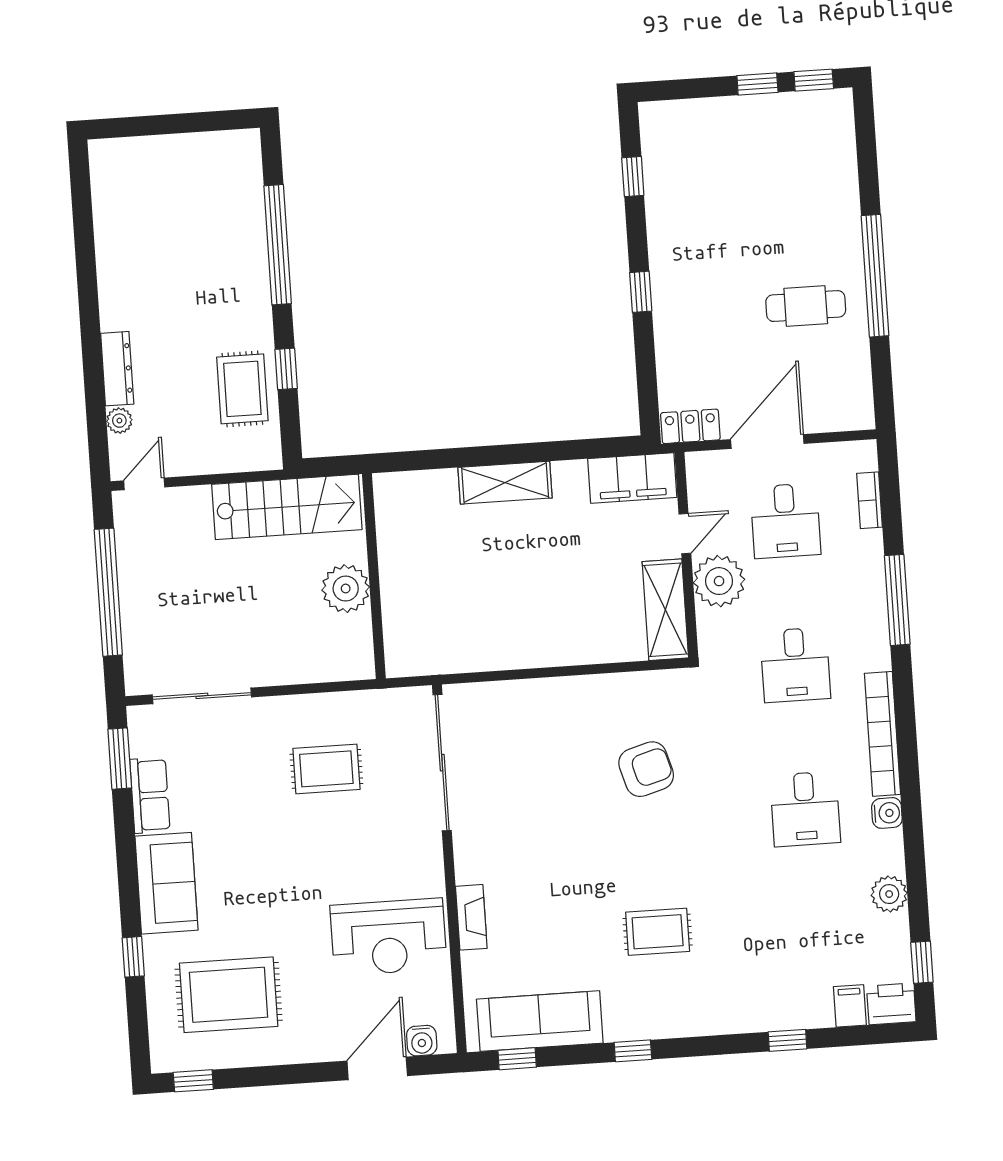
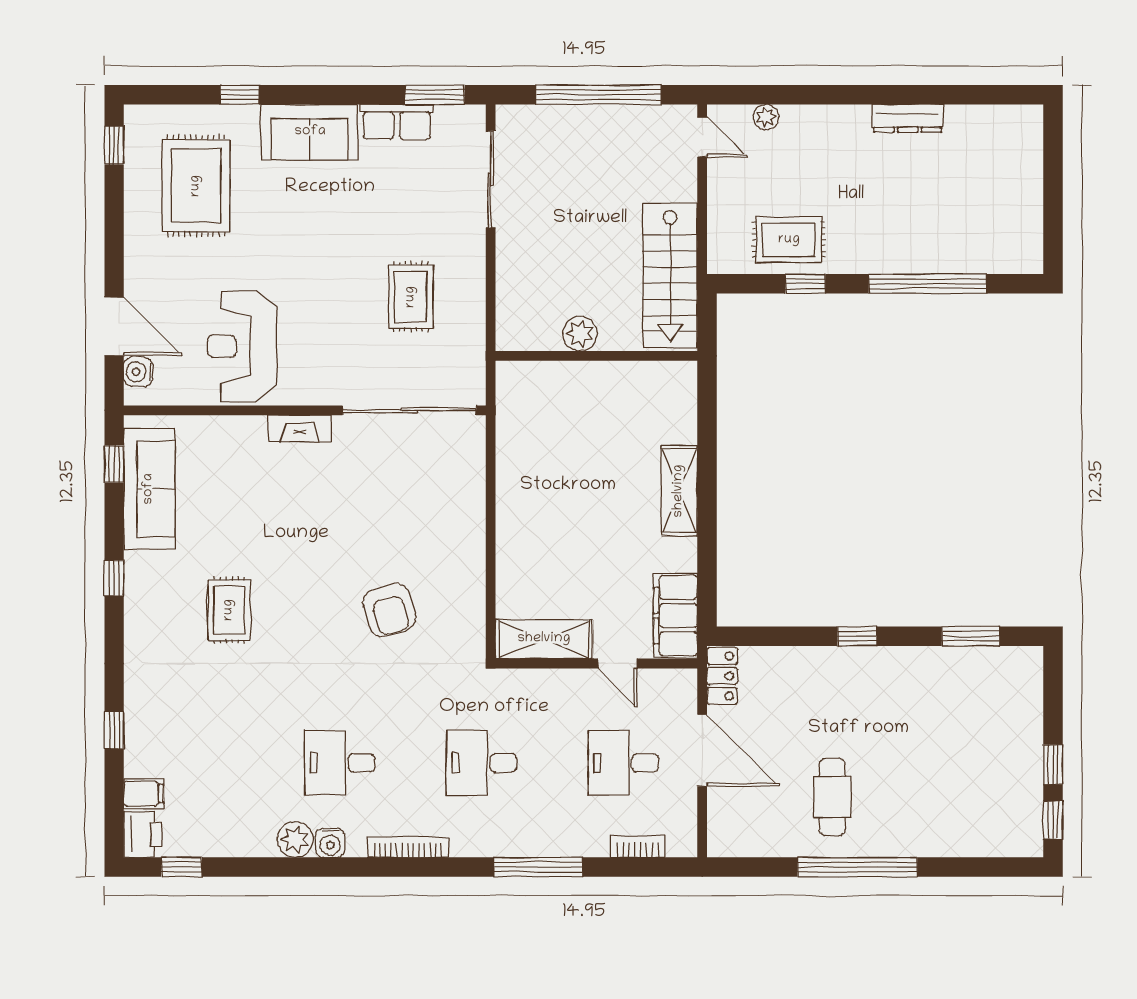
window: (633, 177) -> (971, 636), width x1.50
dresser: (117, 369) -> (908, 118), moved
plant: (719, 581) -> (569, 694), removed
plant: (346, 589) -> (580, 334), width x0.73, depth x0.73
bookcase: (882, 734) -> (408, 847), width x0.68, depth x0.76
plant: (889, 894) -> (295, 839), moved
fireplace: (471, 917) -> (300, 429), moved

